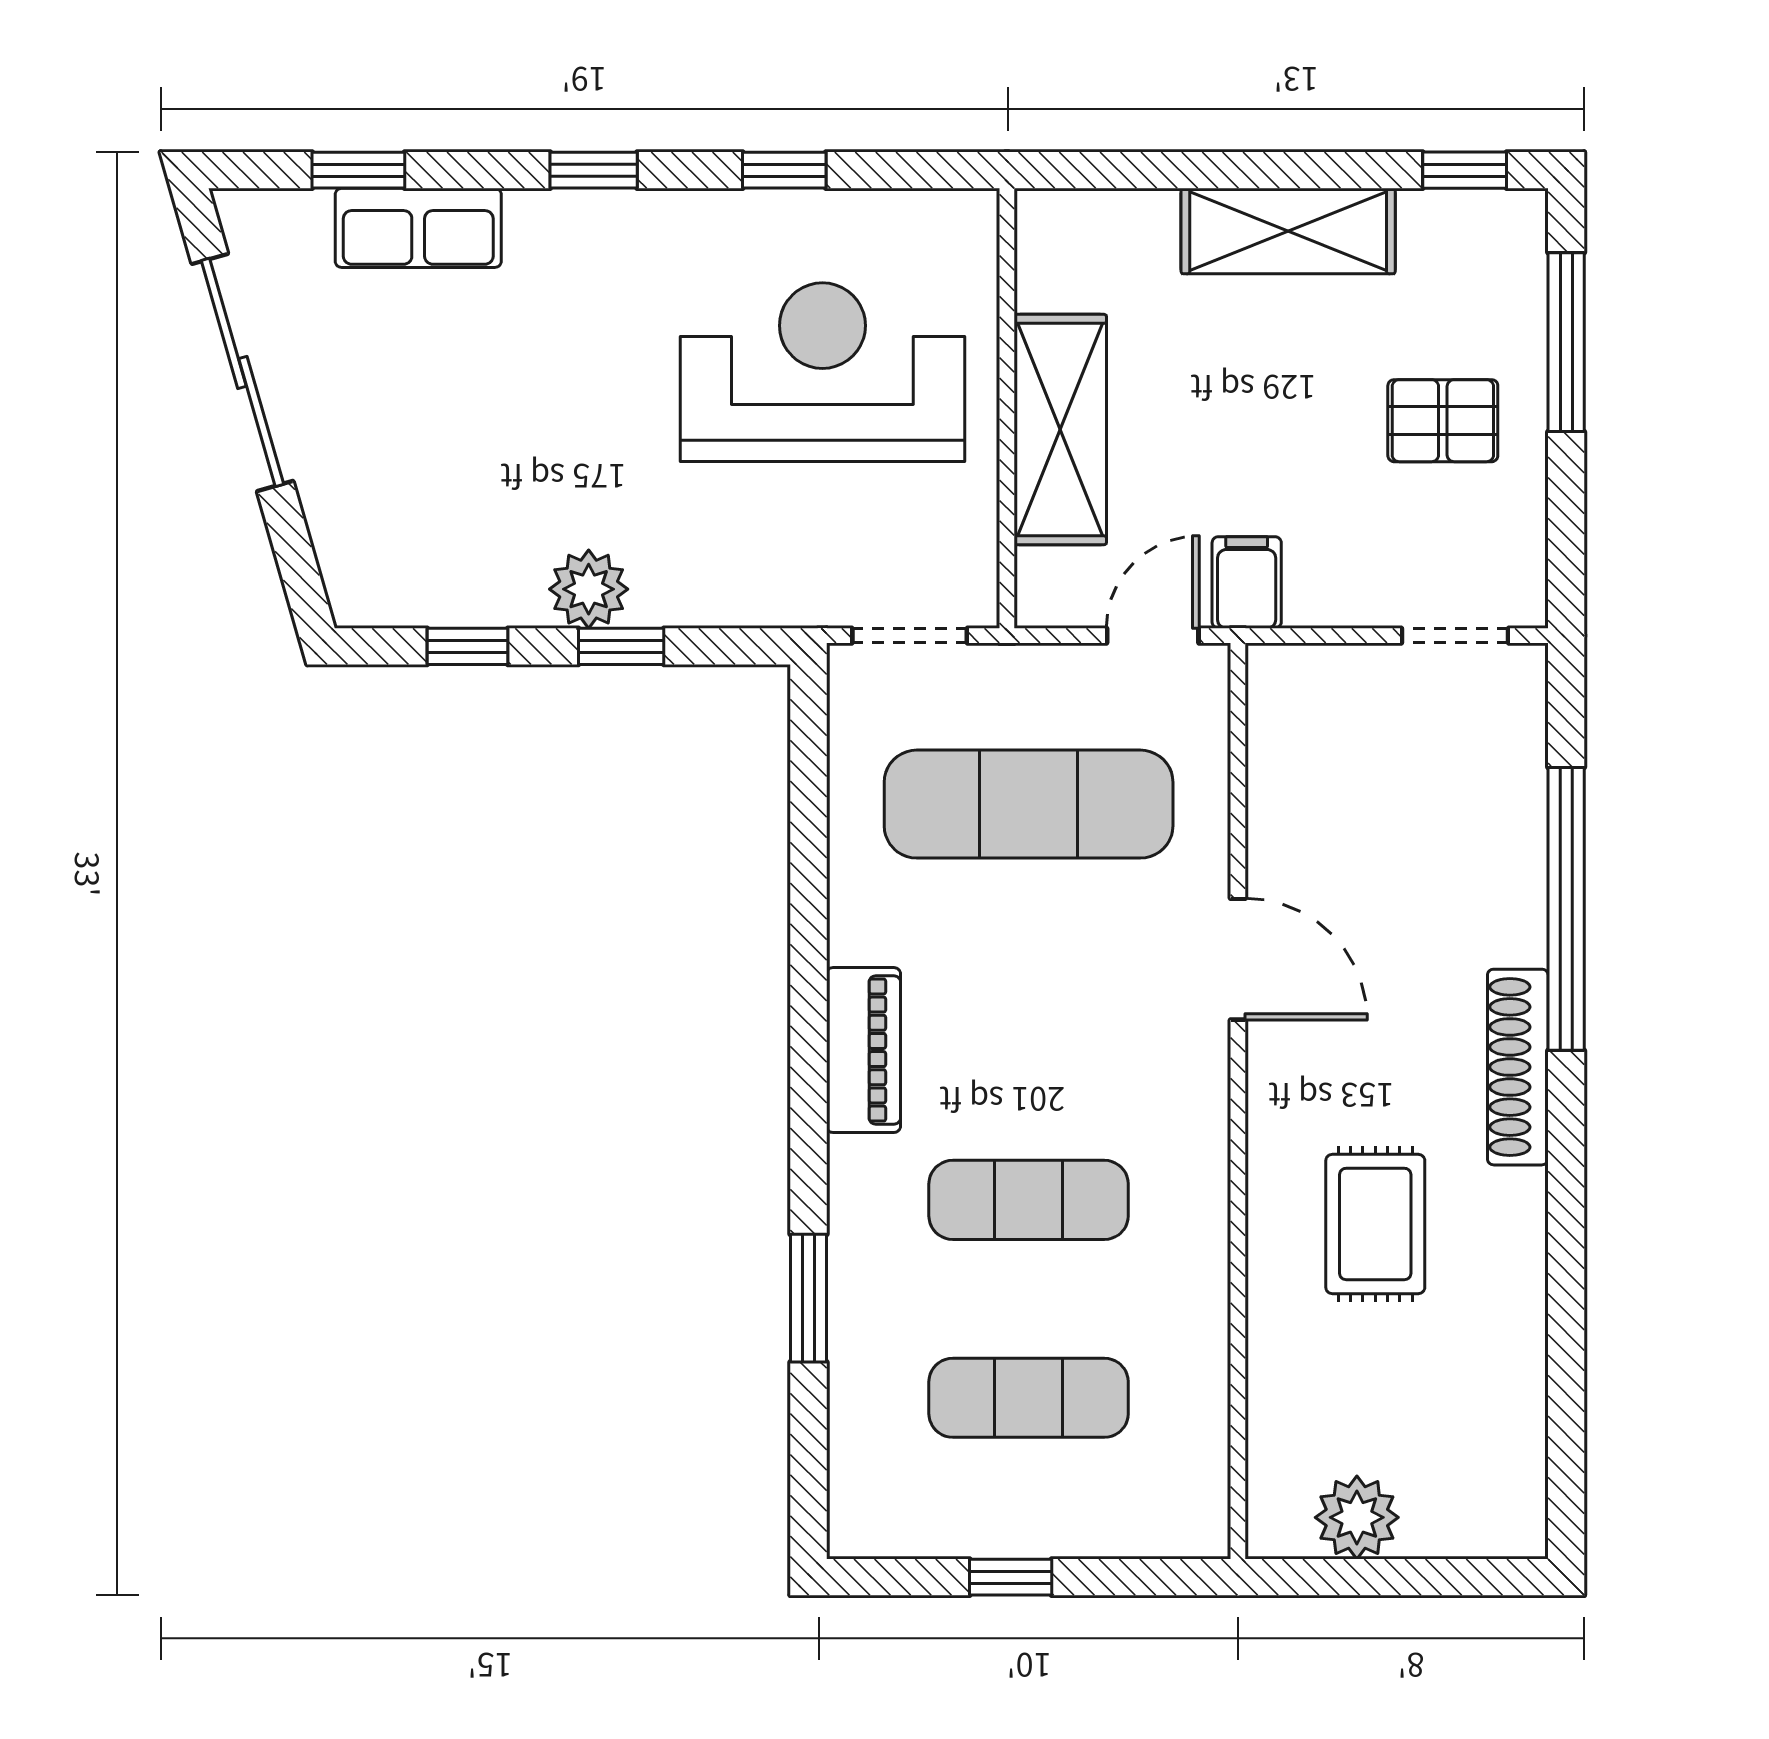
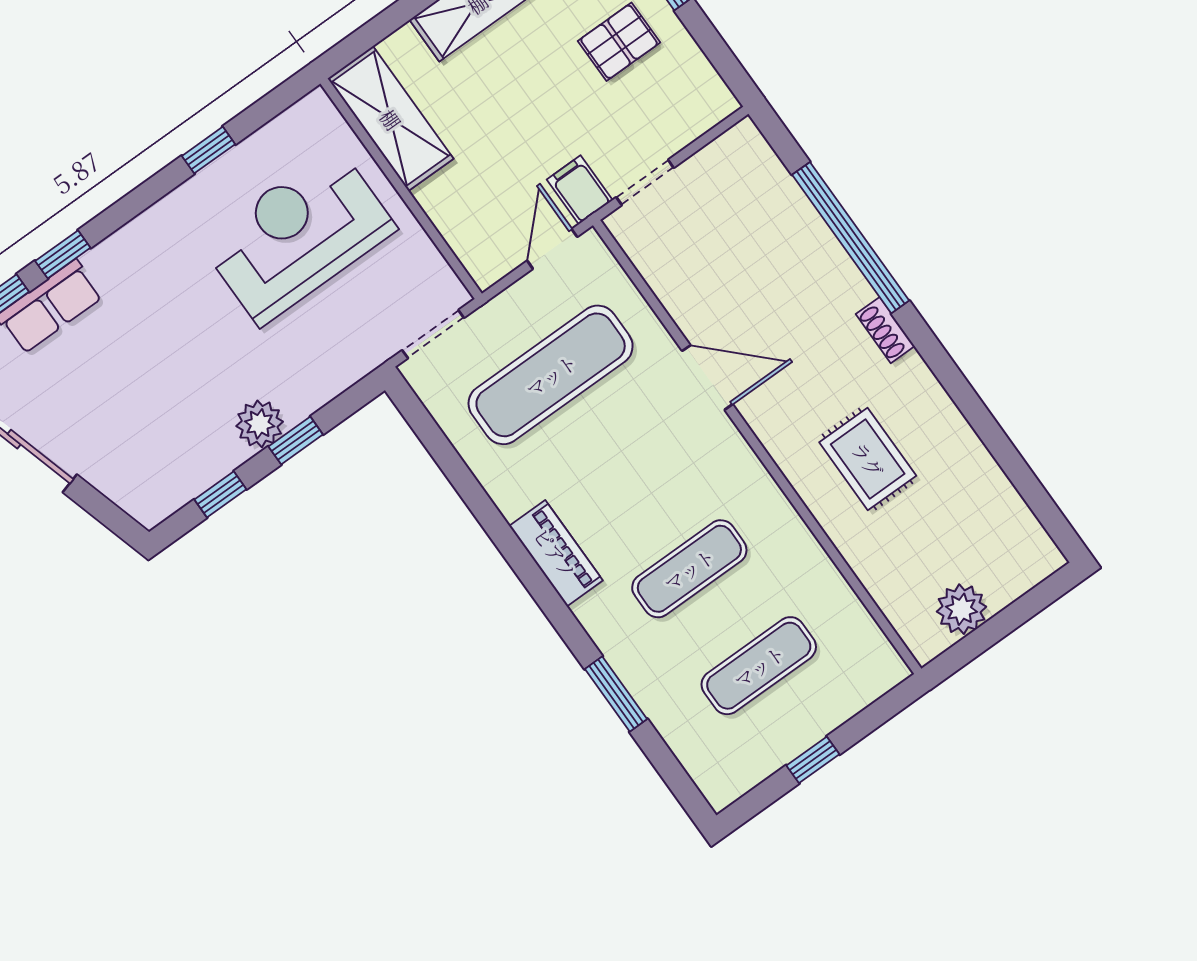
window: (594, 170) -> (63, 254), moved
shelving: (1060, 430) -> (391, 119), moved
doorway: (1455, 636) -> (645, 182), moved
shoe rack: (1518, 1067) -> (885, 330), width x0.51, depth x0.81

